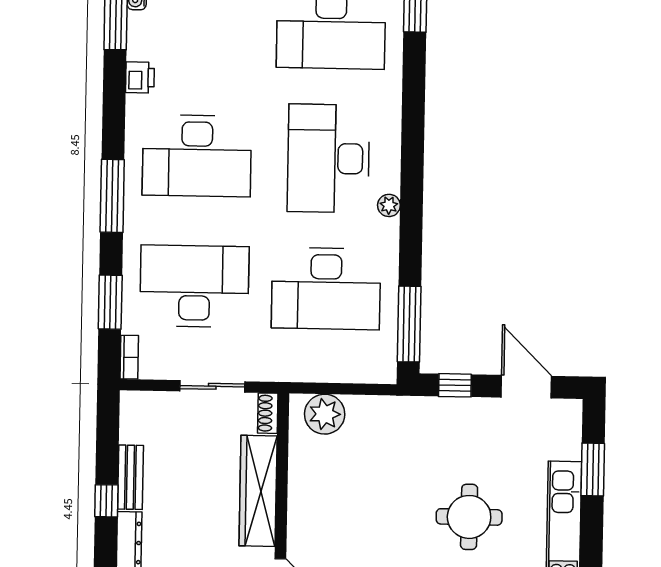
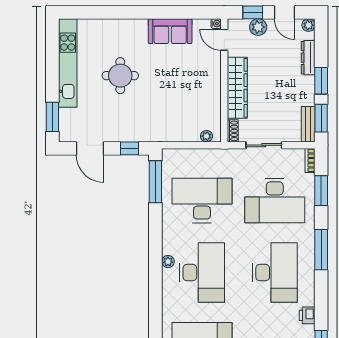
desk: (197, 156) -> (275, 273), turned 90
plant: (389, 205) -> (168, 262), moved
plant: (325, 414) -> (206, 136), width x0.53, depth x0.53
window: (108, 433) -> (321, 118), added
window: (593, 470) -> (52, 117), moved
bench: (130, 477) -> (308, 124), moved
window: (106, 501) -> (321, 81), width x1.50

